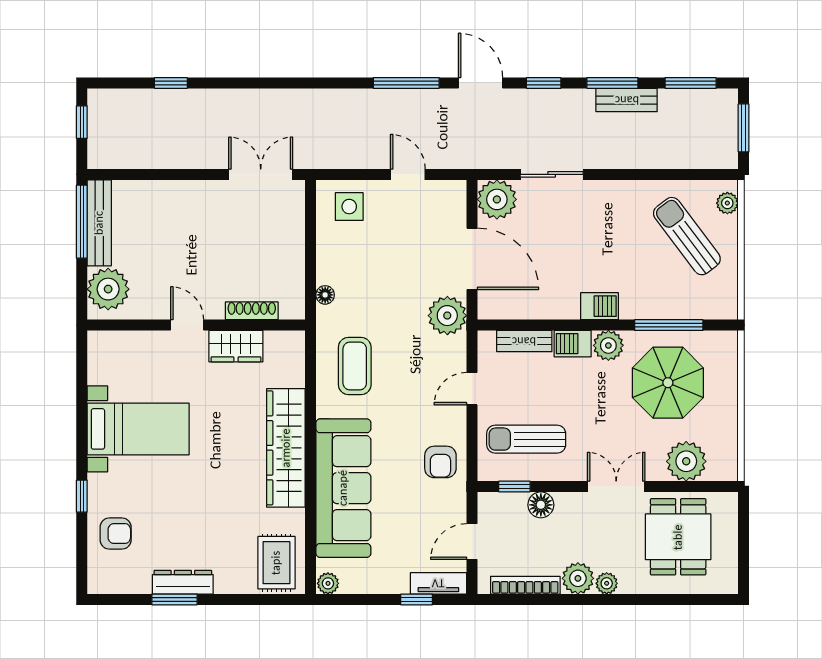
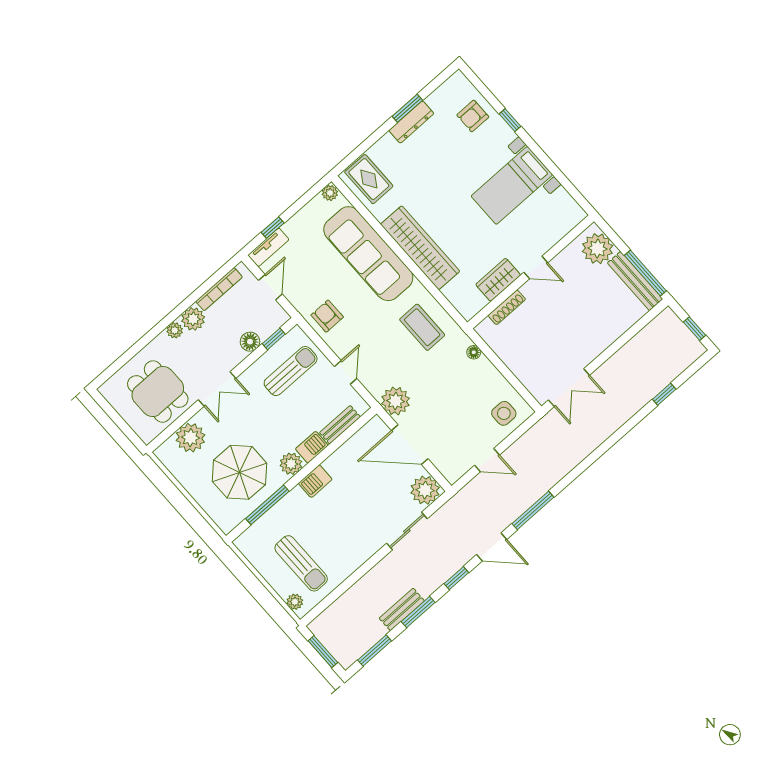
sun lounger: (687, 236) -> (301, 563), turned 37

